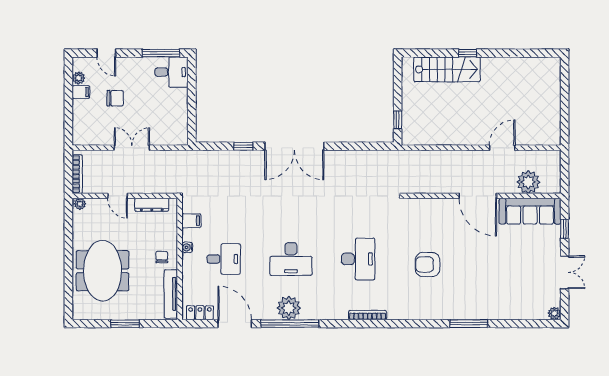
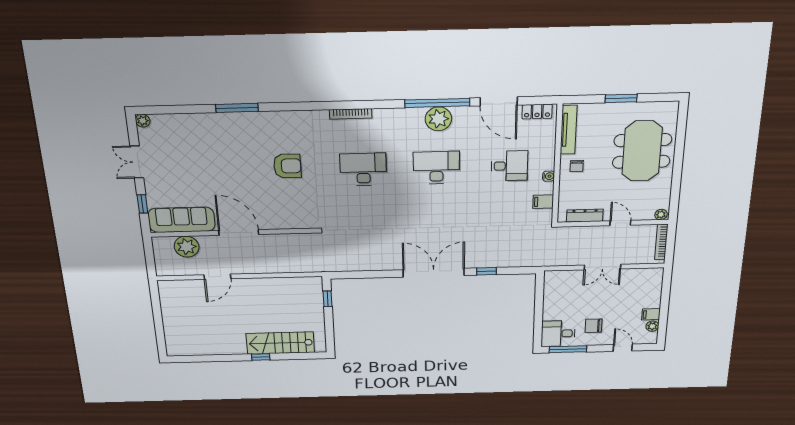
chair: (115, 98) -> (594, 326), moved
desk: (224, 259) -> (509, 166), turned 180
desk: (358, 259) -> (363, 169), turned 90

